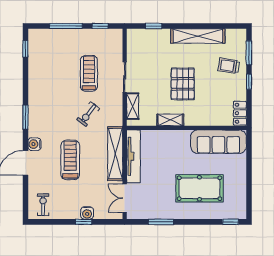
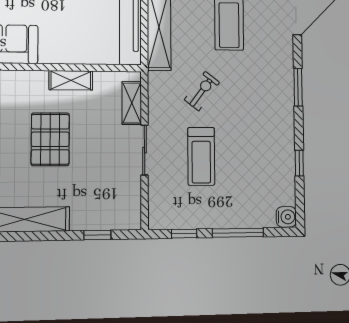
window: (25, 49) -> (299, 163), moved
water cooler: (34, 144) -> (286, 217), moved

